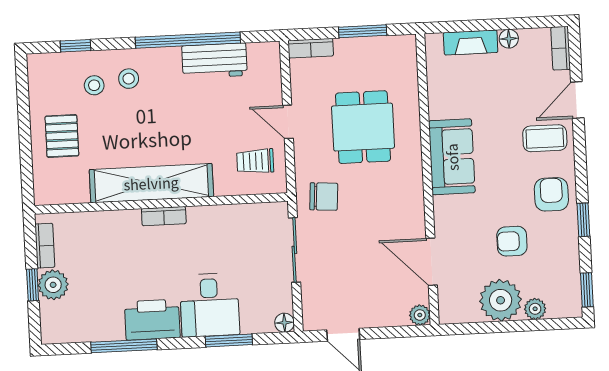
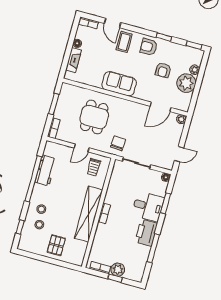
dining table: (363, 127) -> (94, 117), turned 90
pallet: (62, 136) -> (56, 245), turned 90

